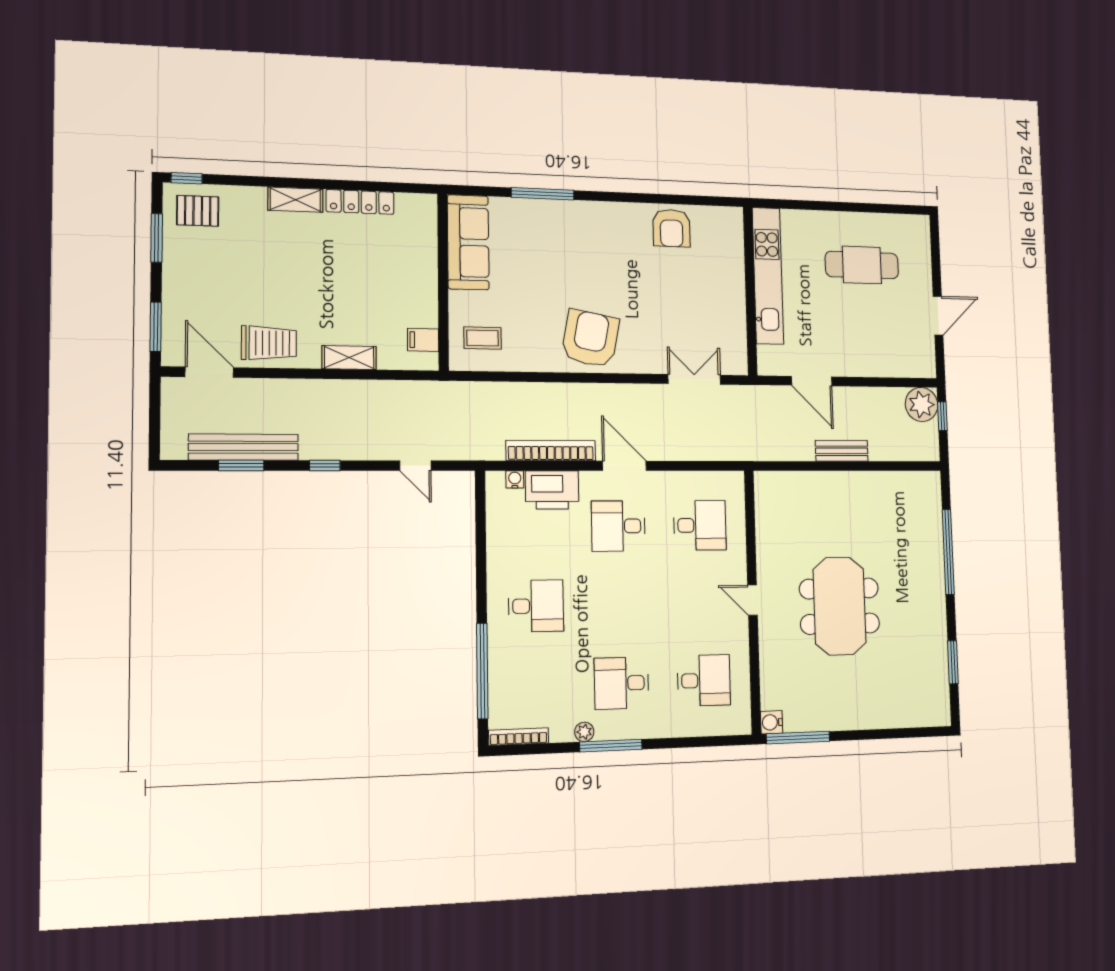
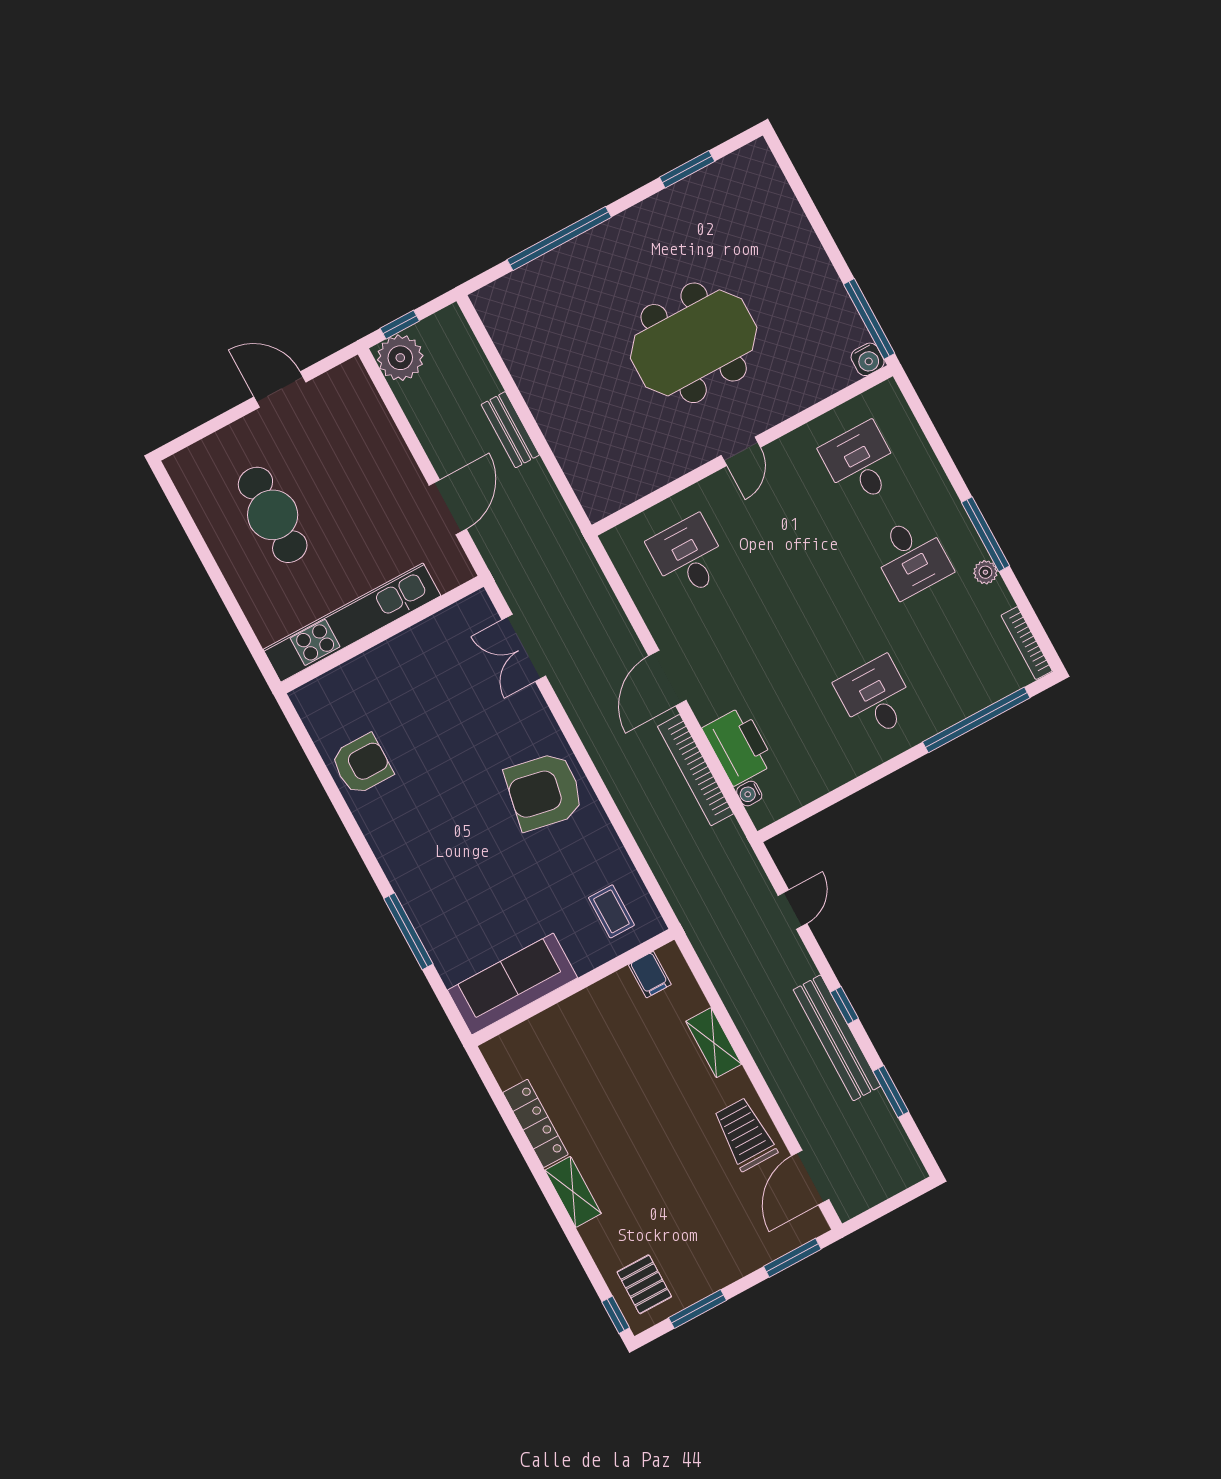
bench: (244, 447) -> (837, 1038), moved
desk: (618, 526) -> (739, 650), removed

